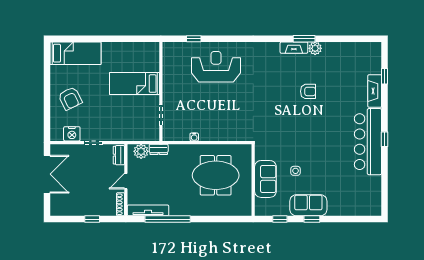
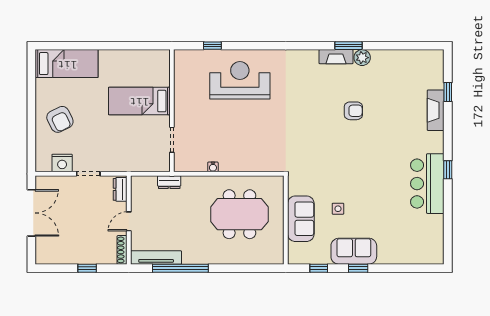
bar counter: (368, 142) -> (427, 184), width x0.73
plant: (141, 151) -> (147, 185), removed

